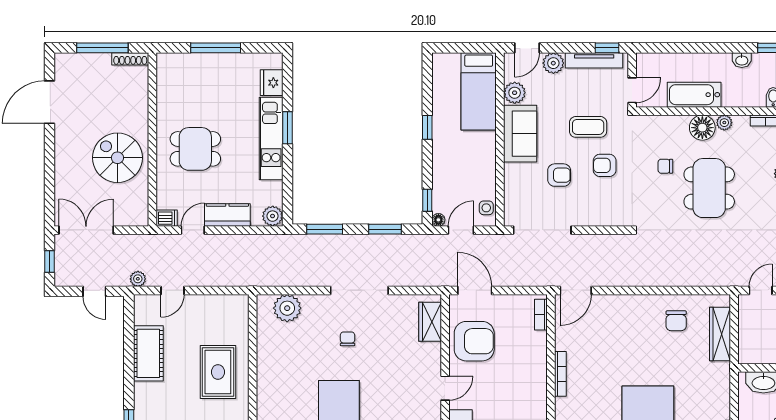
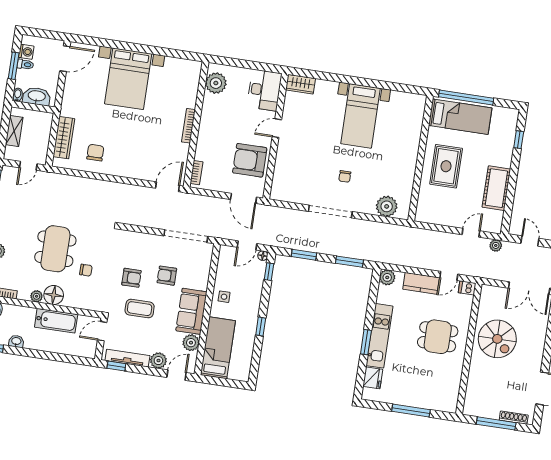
shoe rack: (130, 59) -> (514, 418), moved
side table: (486, 208) -> (224, 297), moved
wardrobe: (430, 322) -> (281, 180), removed

